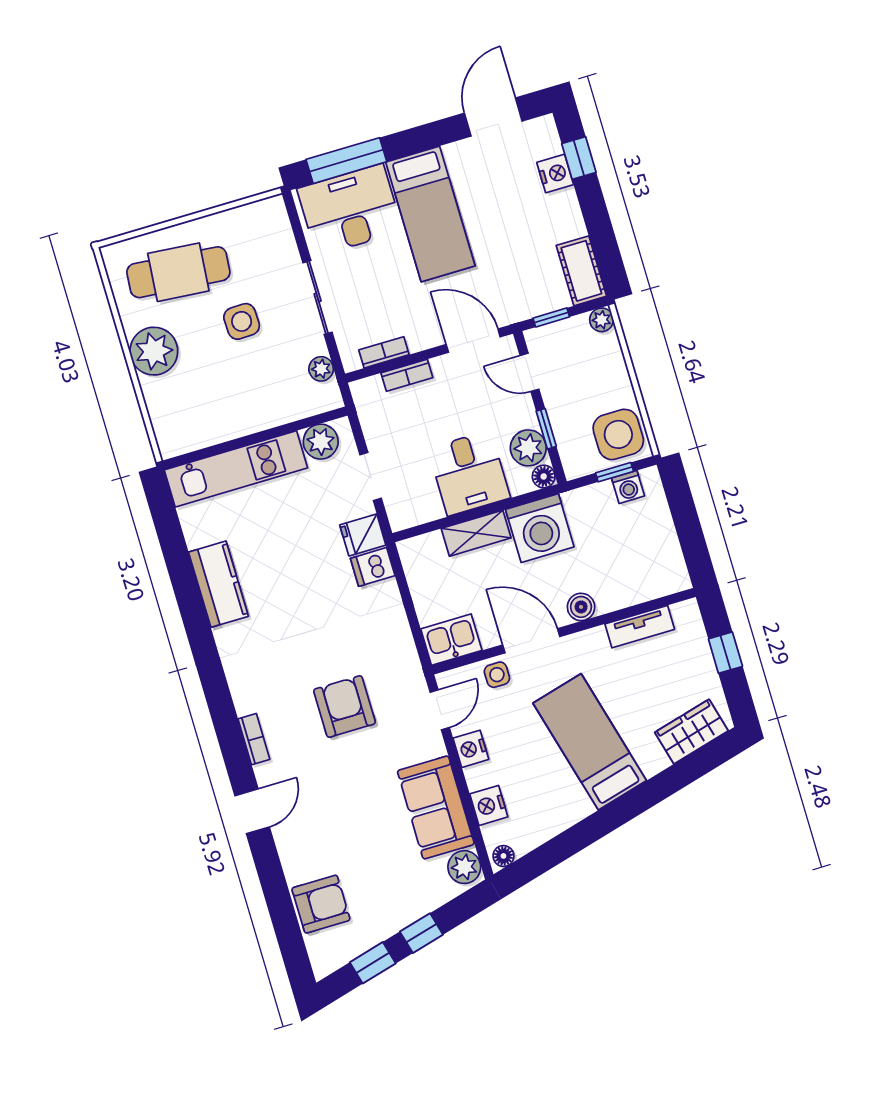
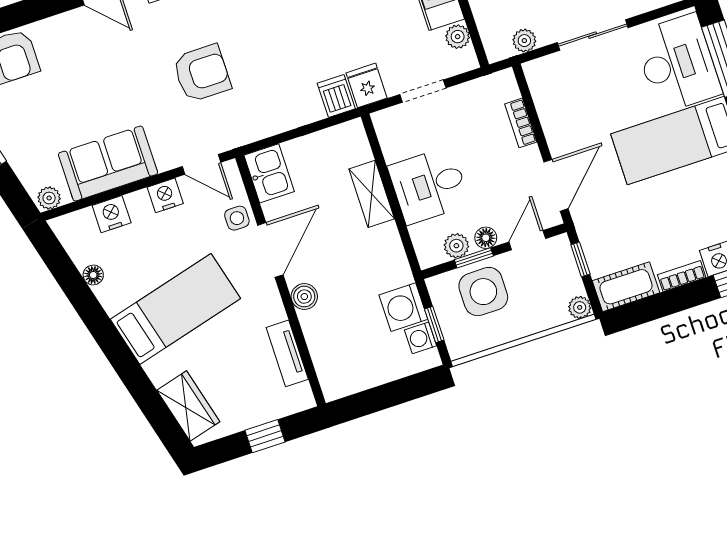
bookcase: (384, 352) -> (682, 276), moved, turned -90
side table: (618, 434) -> (483, 292), moved
plant: (321, 442) -> (458, 37), width x0.73, depth x0.73
plant: (528, 448) -> (456, 246), width x0.73, depth x0.73
floor lamp: (544, 476) -> (486, 238), moved
washing machine: (540, 528) -> (403, 307), moved, width x0.73, depth x0.73
floor lamp: (503, 856) -> (93, 275), moved
plant: (464, 867) -> (49, 198), width x0.73, depth x0.73

